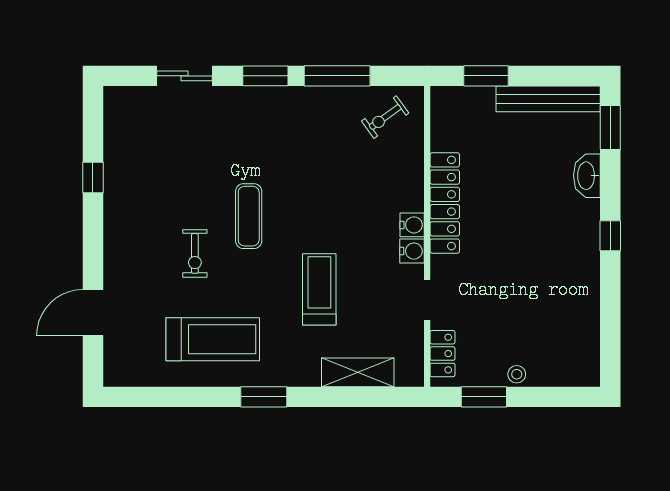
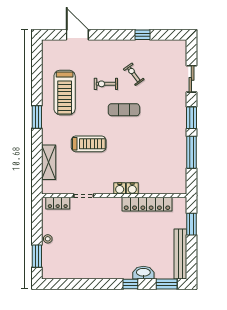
exercise bike: (385, 117) -> (134, 74), moved
locker: (445, 203) -> (147, 204), moved
window: (610, 236) -> (130, 284), moved
water cooler: (412, 251) -> (132, 188), moved
window: (484, 397) -> (37, 256), moved

